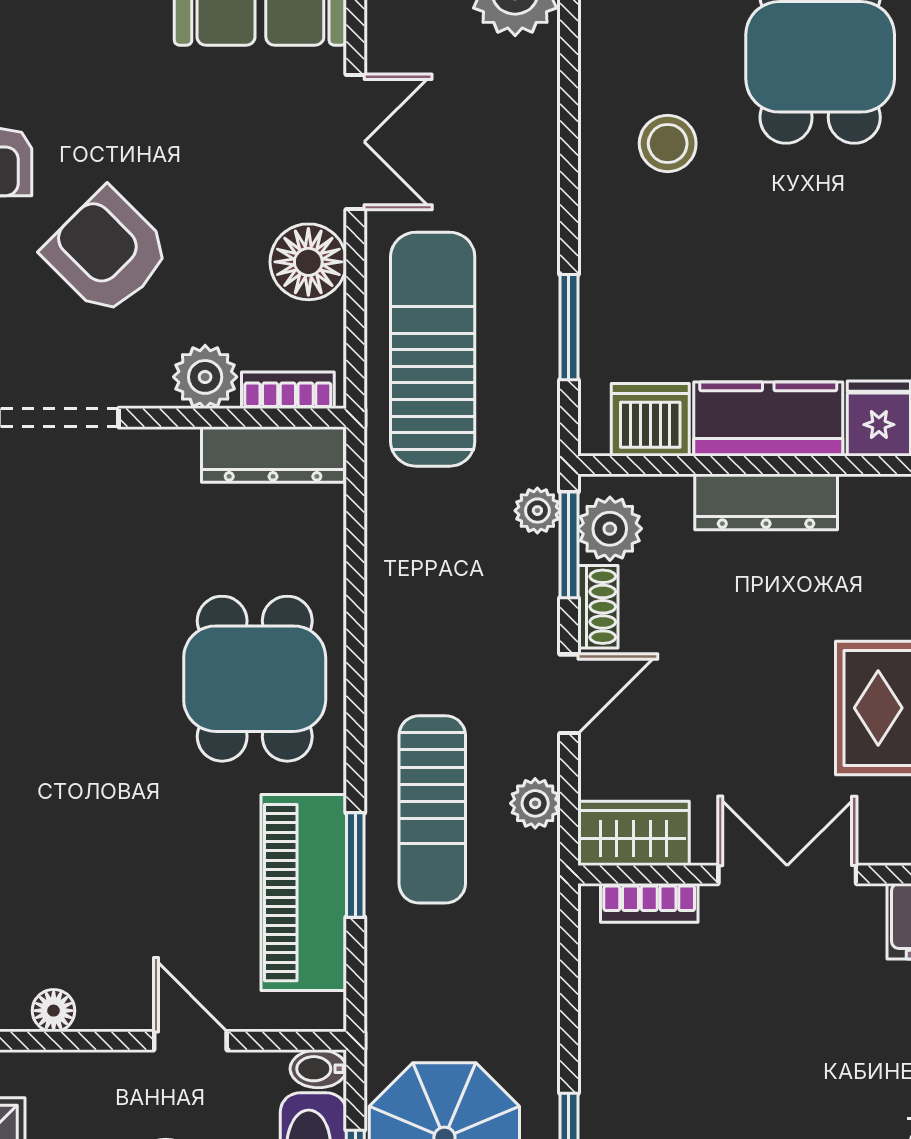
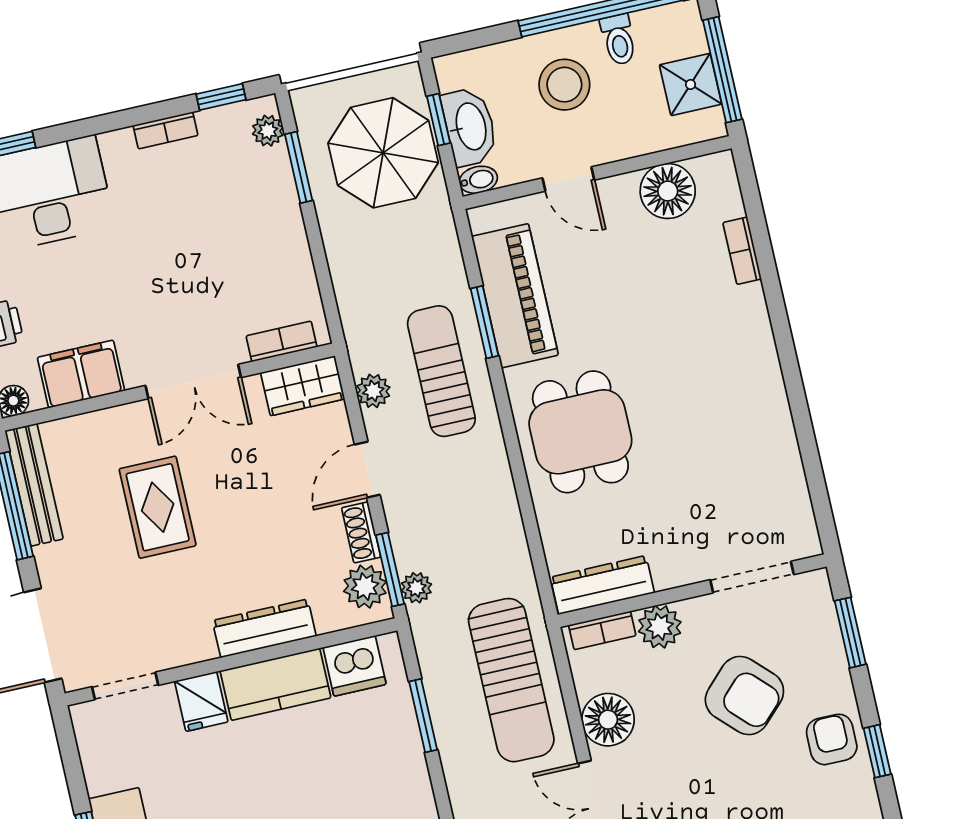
floor lamp: (54, 1011) -> (668, 191), width x1.89, depth x1.89

